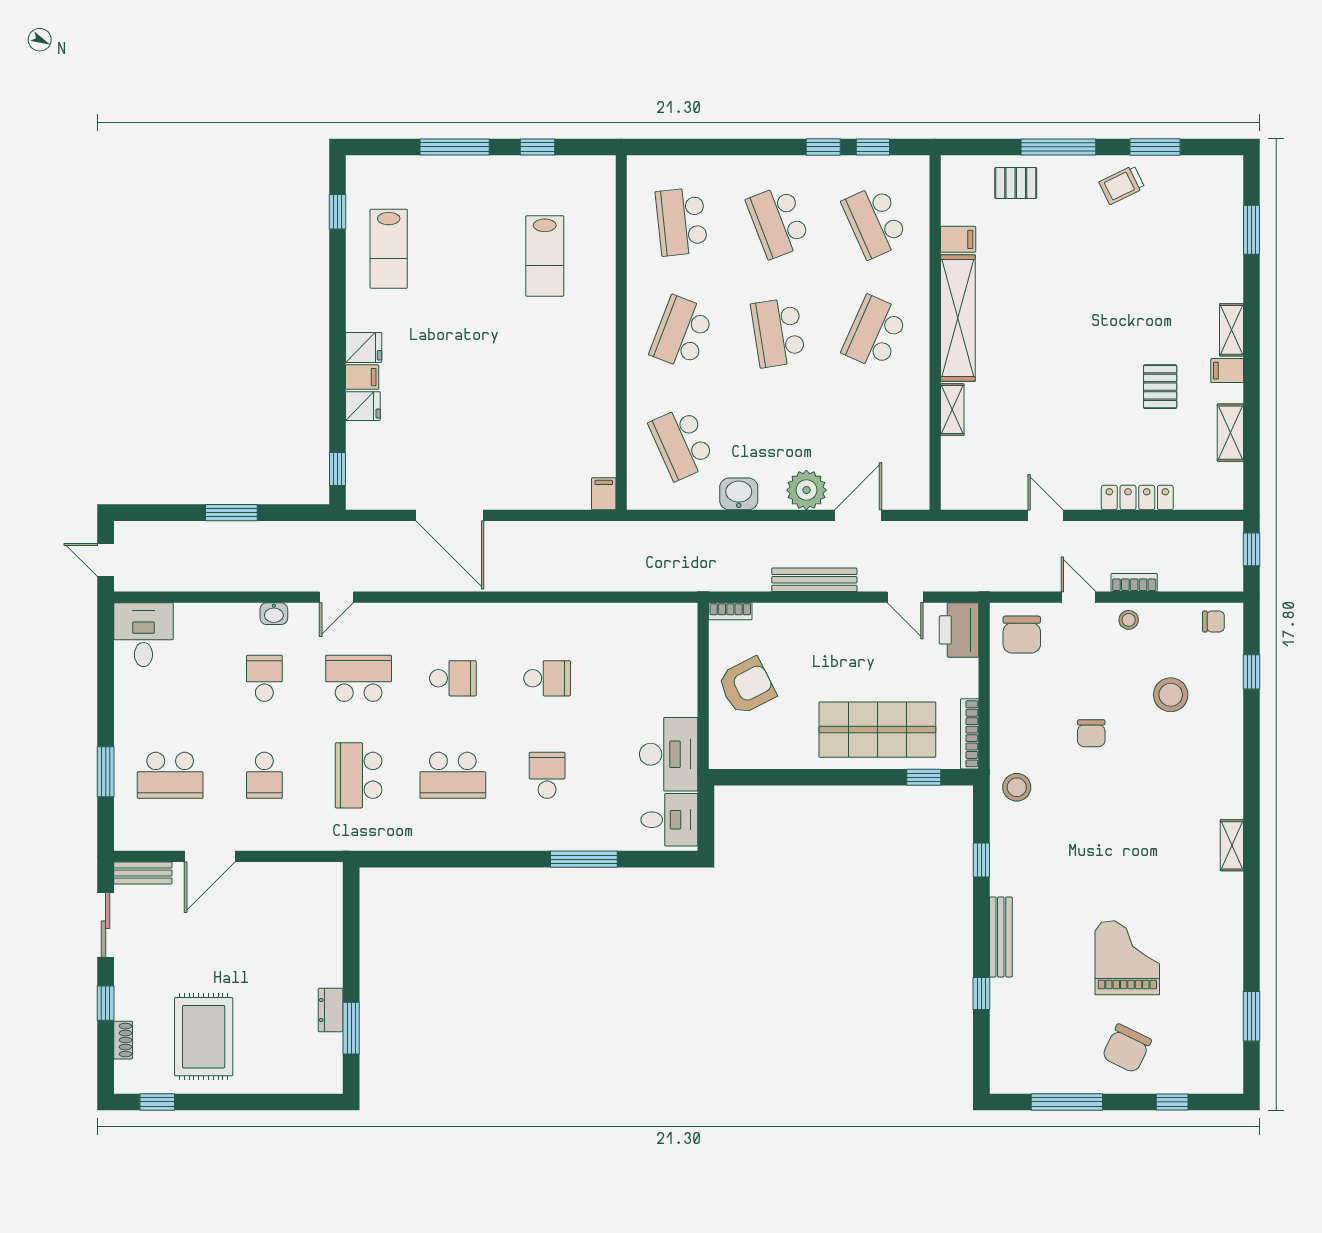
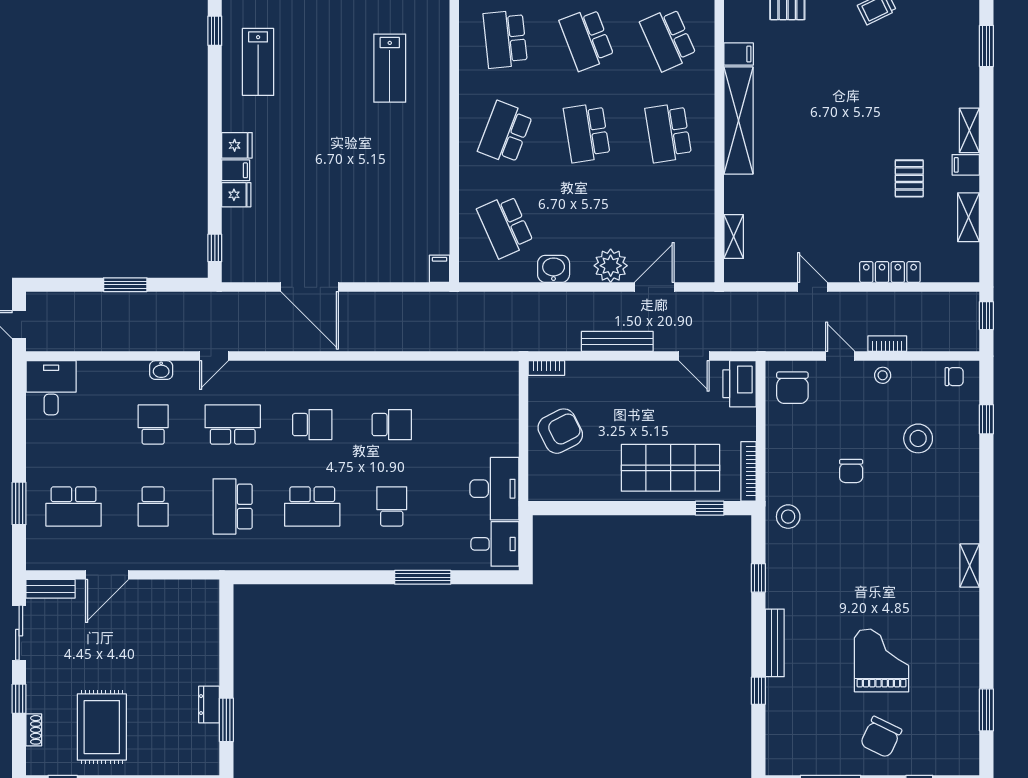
school desk: (875, 333) -> (668, 133), turned -33
shelving: (952, 410) -> (734, 237), moved

